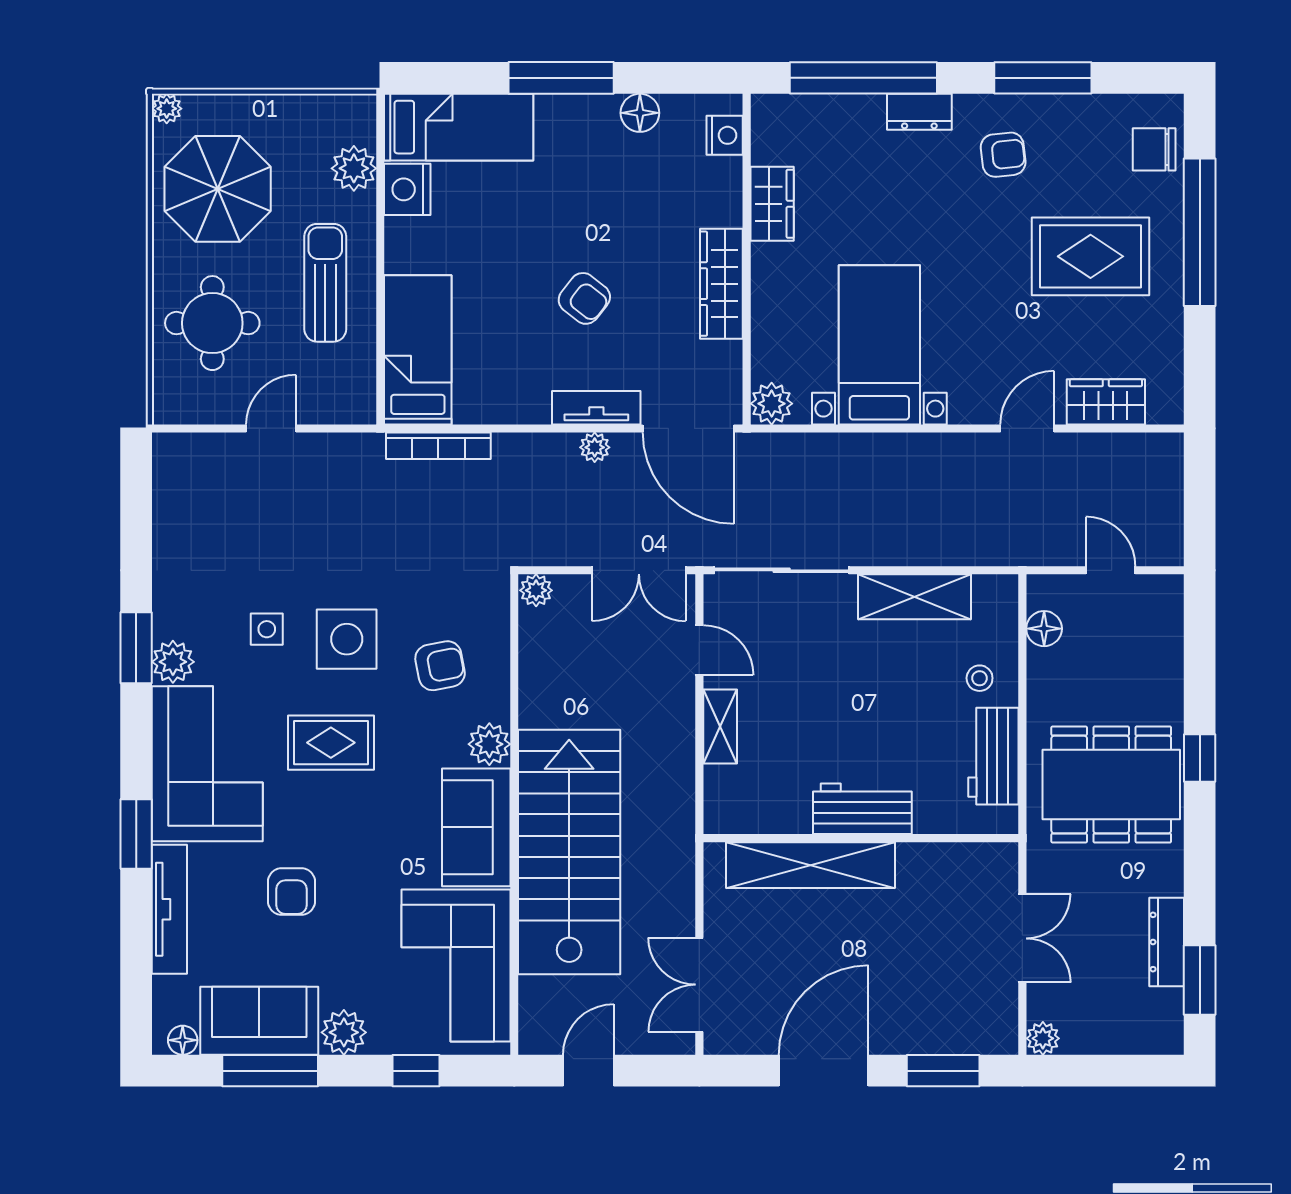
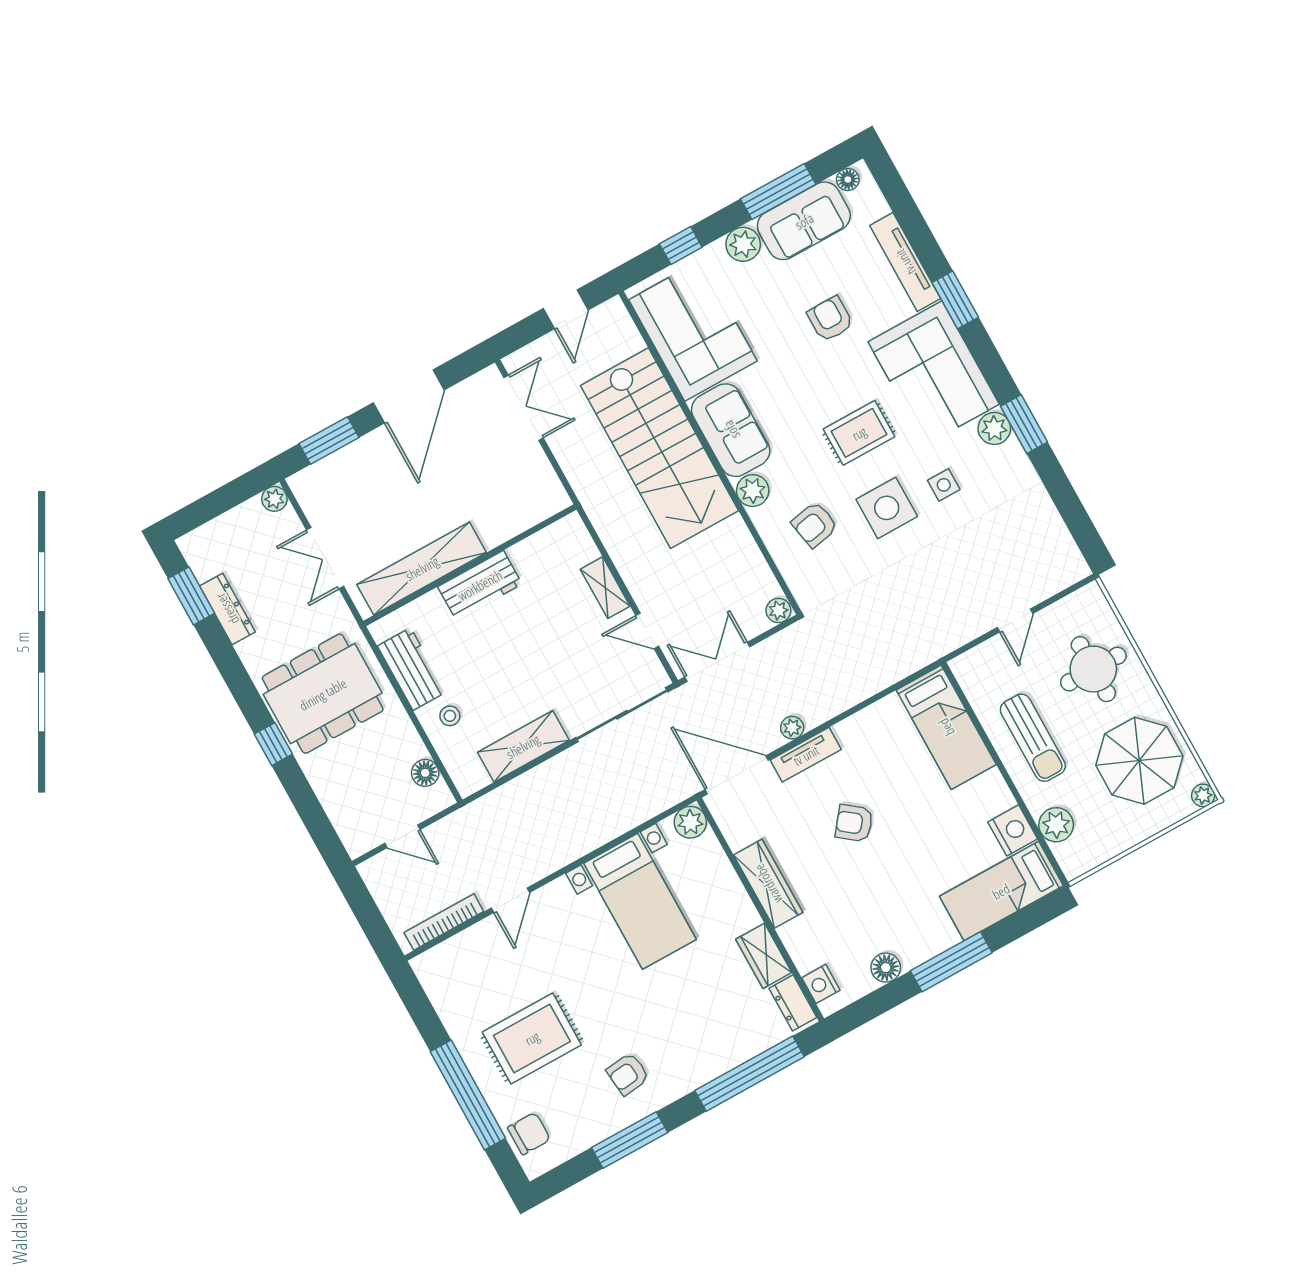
dresser: (919, 112) -> (793, 1003), moved, turned -90
wardrobe: (1106, 402) -> (468, 947), removed
bookcase: (438, 446) -> (444, 922), moved
shelving: (811, 865) -> (422, 568), moved

